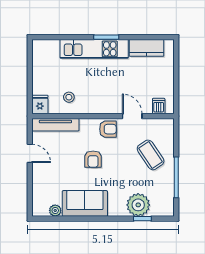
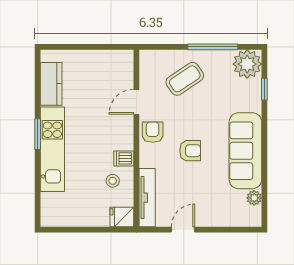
dishwasher: (159, 106) -> (124, 158), moved
sofa: (85, 203) -> (245, 151), width x1.36
plant: (138, 205) -> (247, 64), moved

